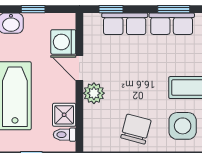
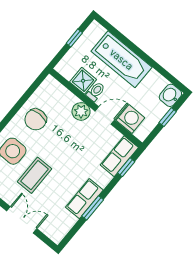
row of seats: (125, 24) -> (119, 156), moved
chair: (136, 129) -> (36, 119), turned 75
toilet: (65, 135) -> (96, 92), moved

